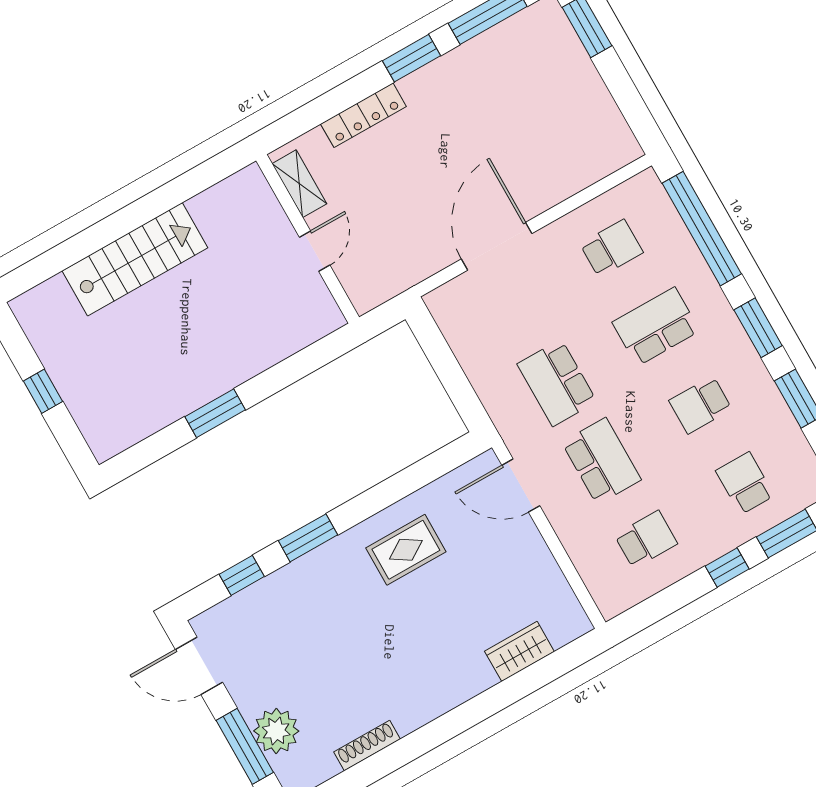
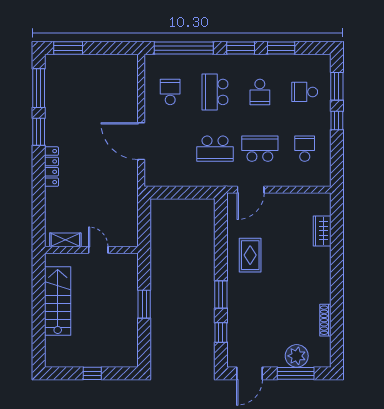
shelving: (299, 184) -> (65, 240), moved
wall: (308, 239) -> (91, 250), moved
door: (315, 251) -> (98, 250), moved

